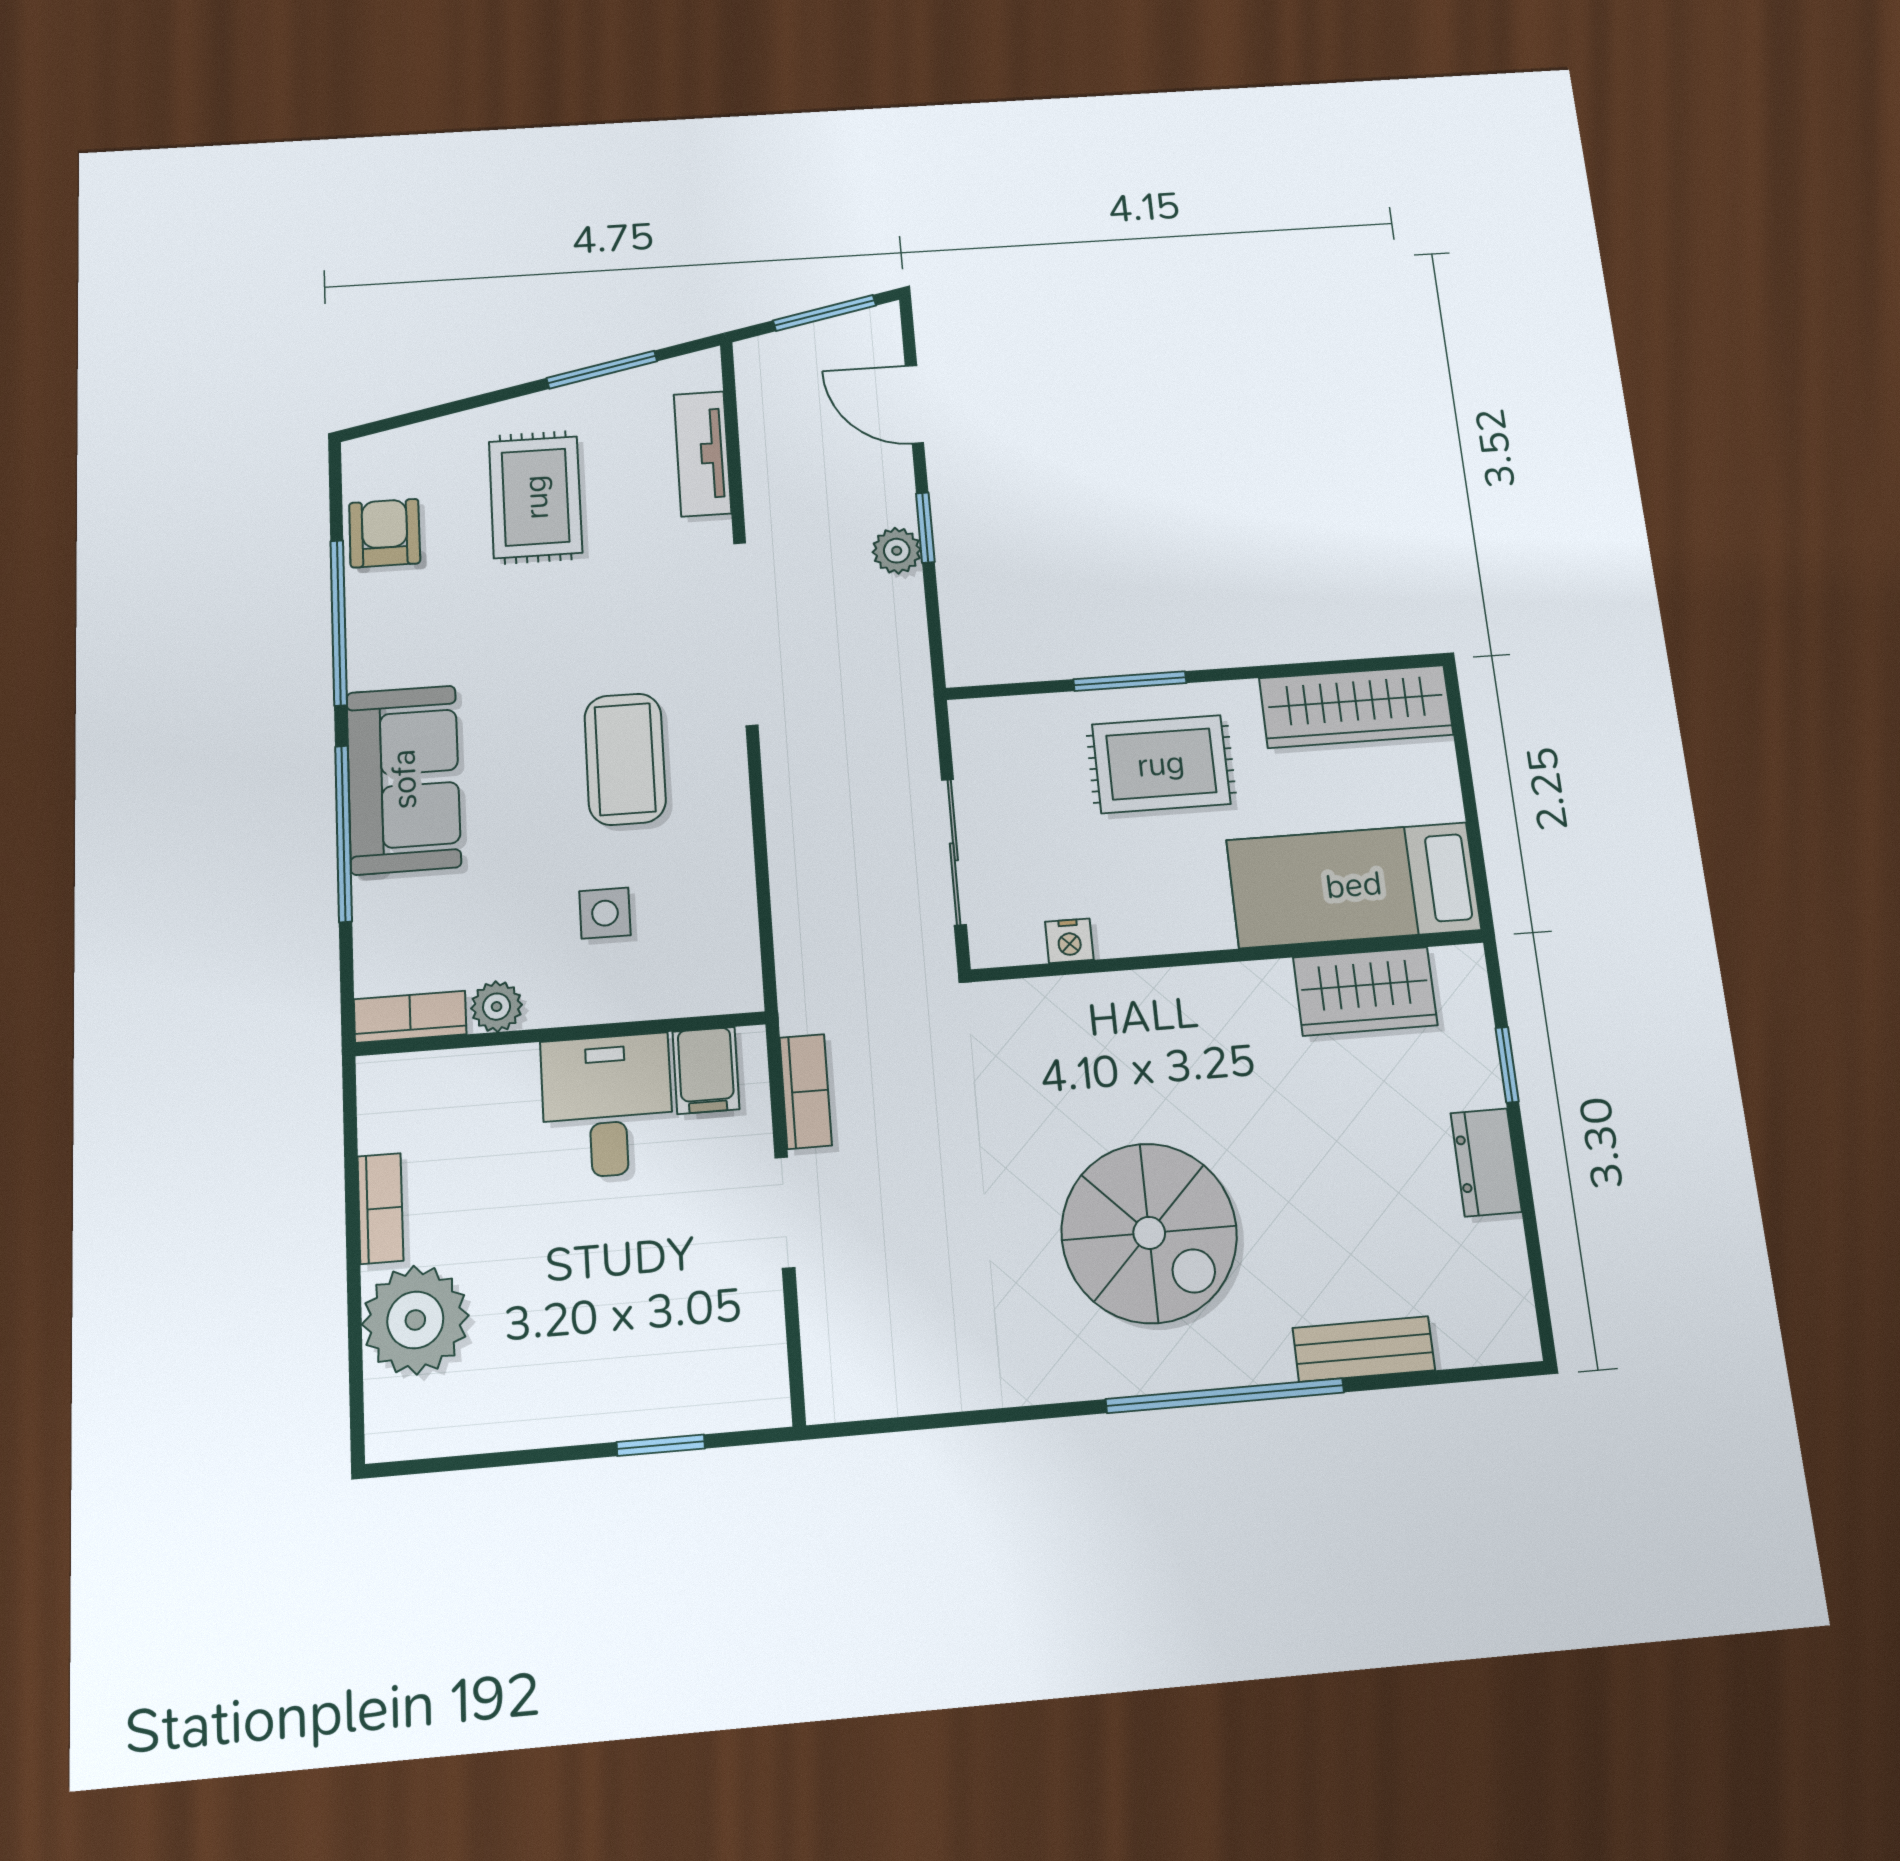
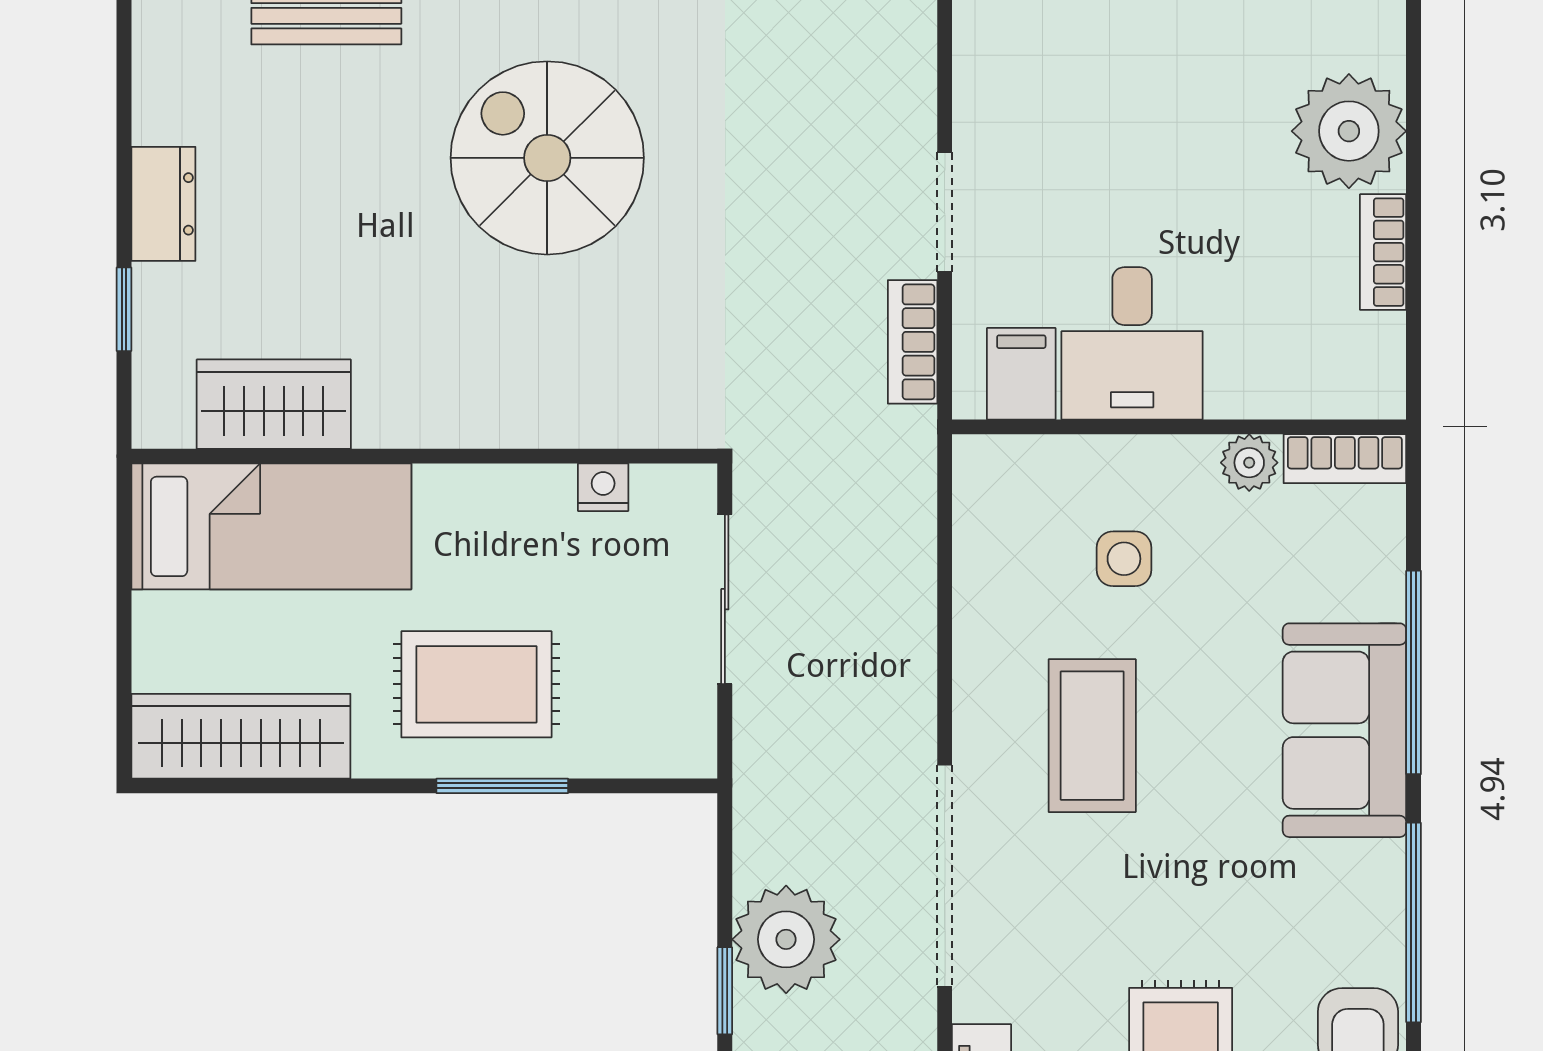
plant: (897, 551) -> (786, 939), width x1.88, depth x1.88

